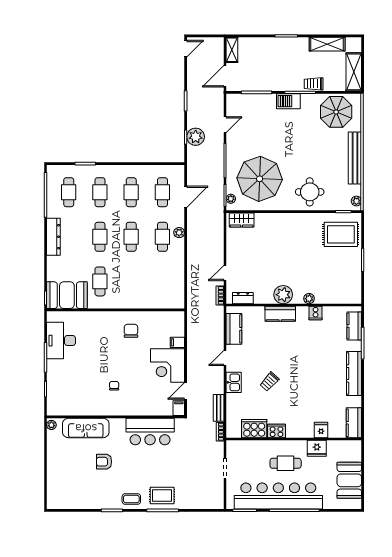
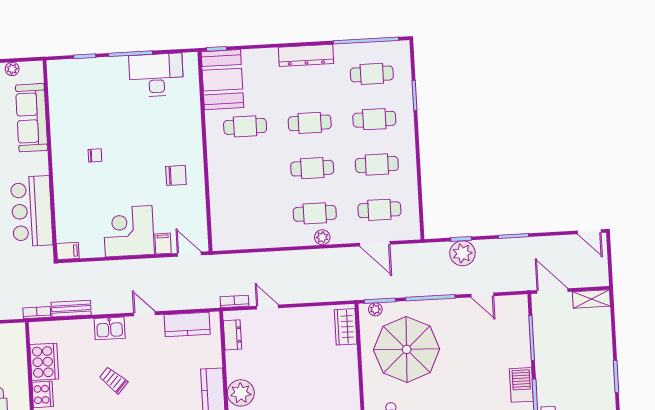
door: (186, 391) -> (189, 254), moved
plant: (51, 425) -> (12, 69), moved

